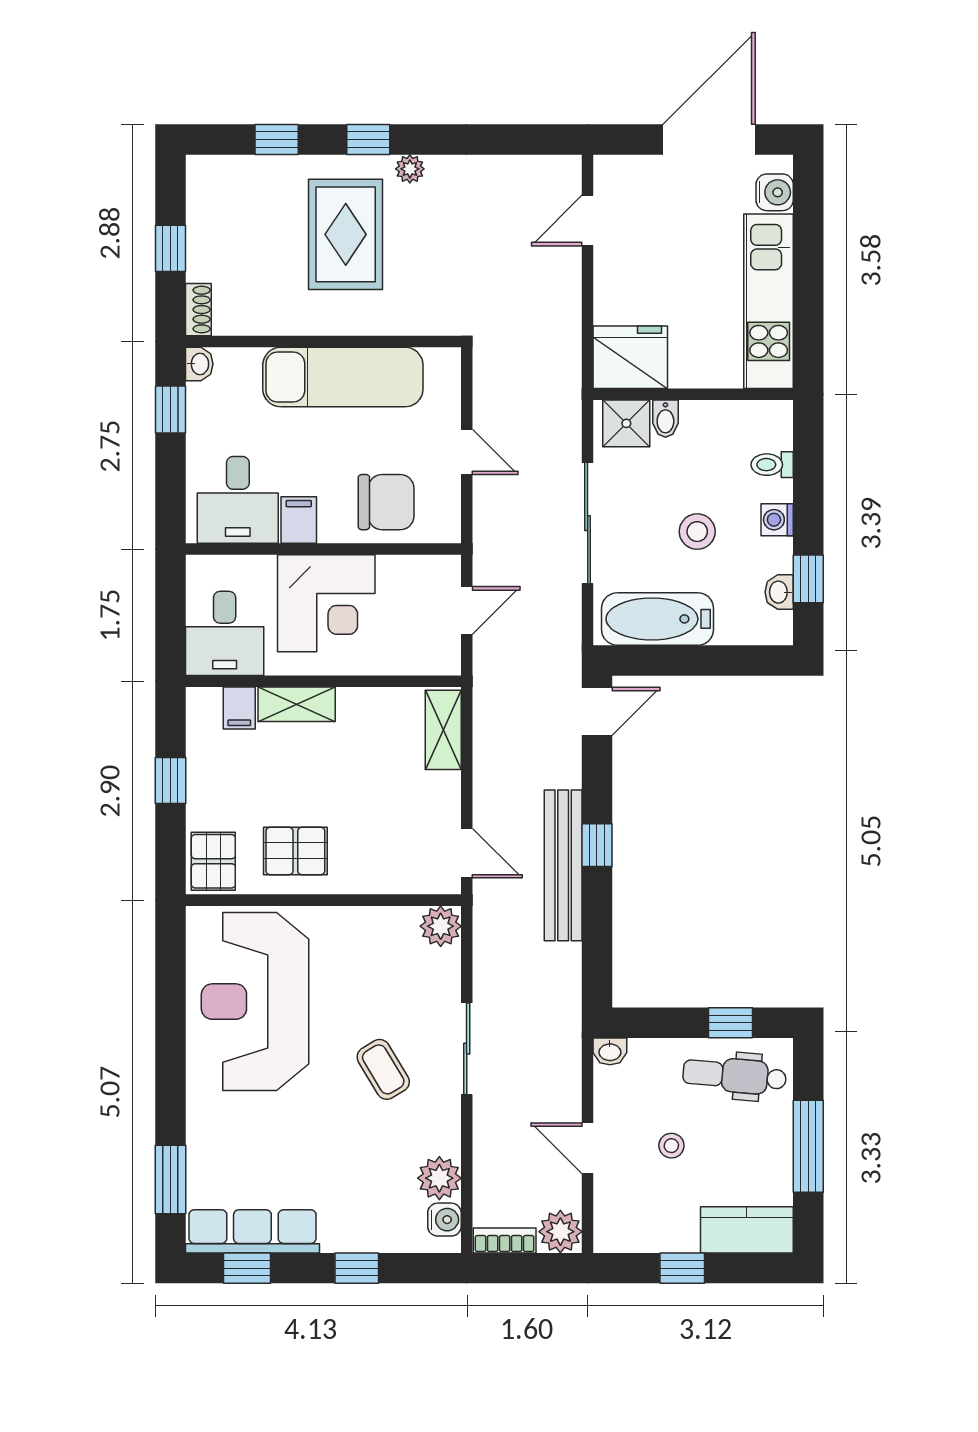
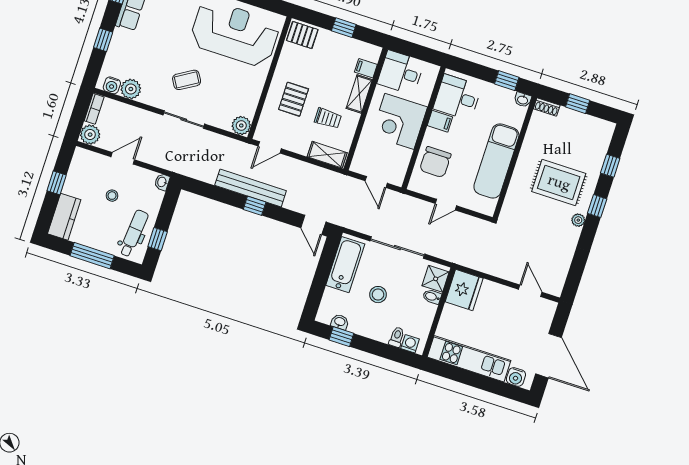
washing machine: (777, 520) -> (410, 344), moved
trolley: (368, 753) -> (328, 118), added
pallet: (295, 851) -> (294, 99), moved

